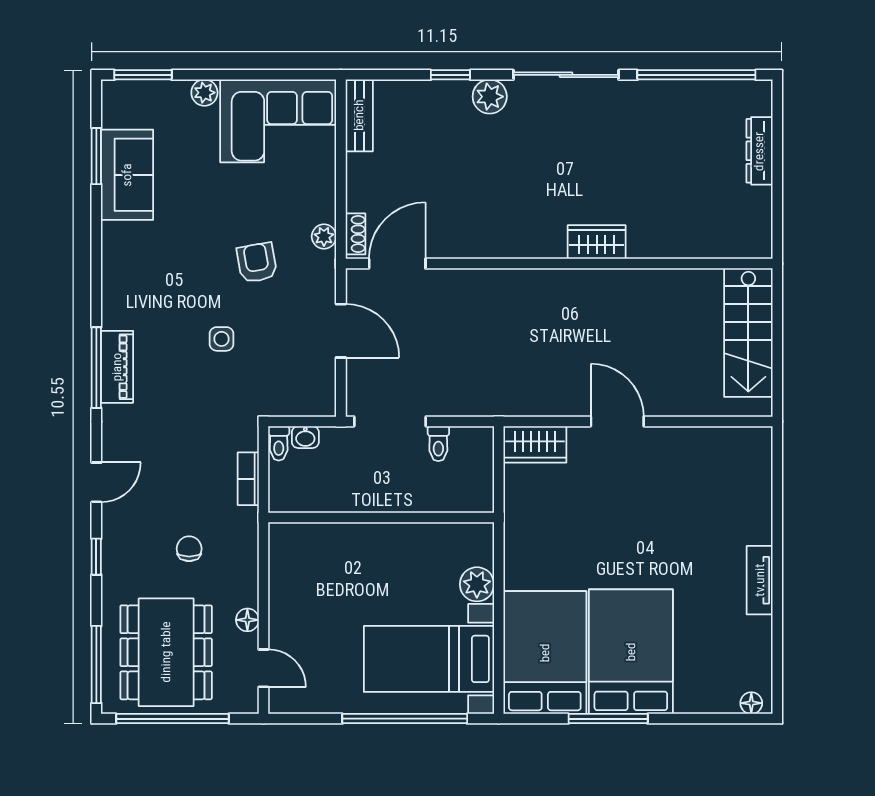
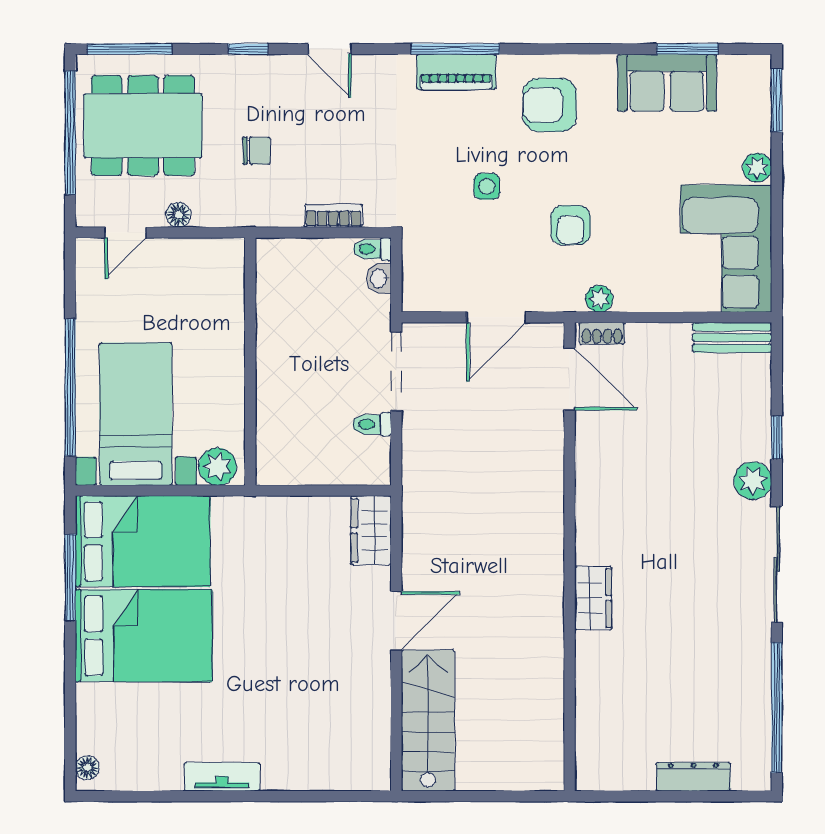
armchair: (257, 263) -> (571, 225), turned 100
armchair: (147, 282) -> (550, 105), added
stairs: (748, 333) -> (428, 721), moved, turned 90
wall: (381, 517) -> (250, 361), moved
window: (608, 719) -> (70, 578), moved

